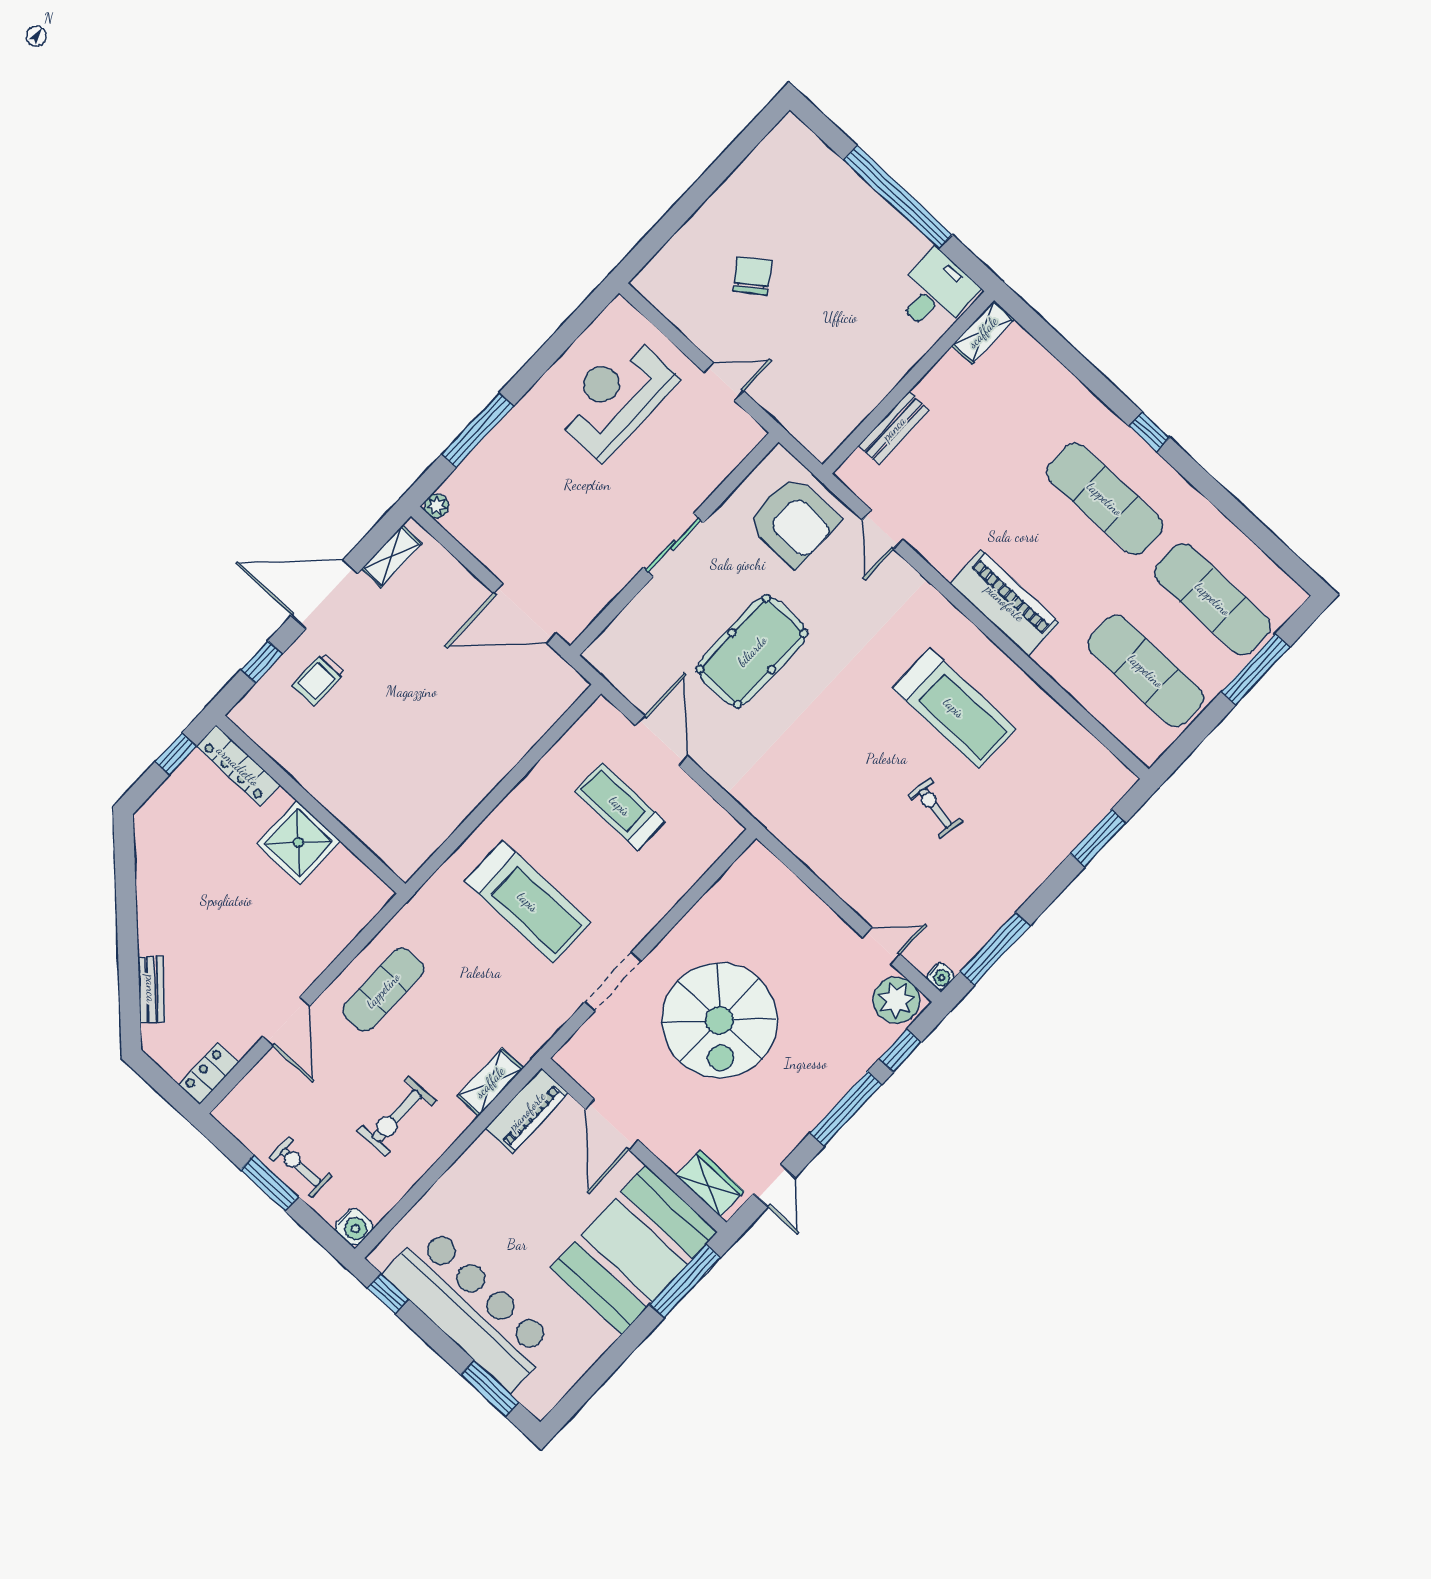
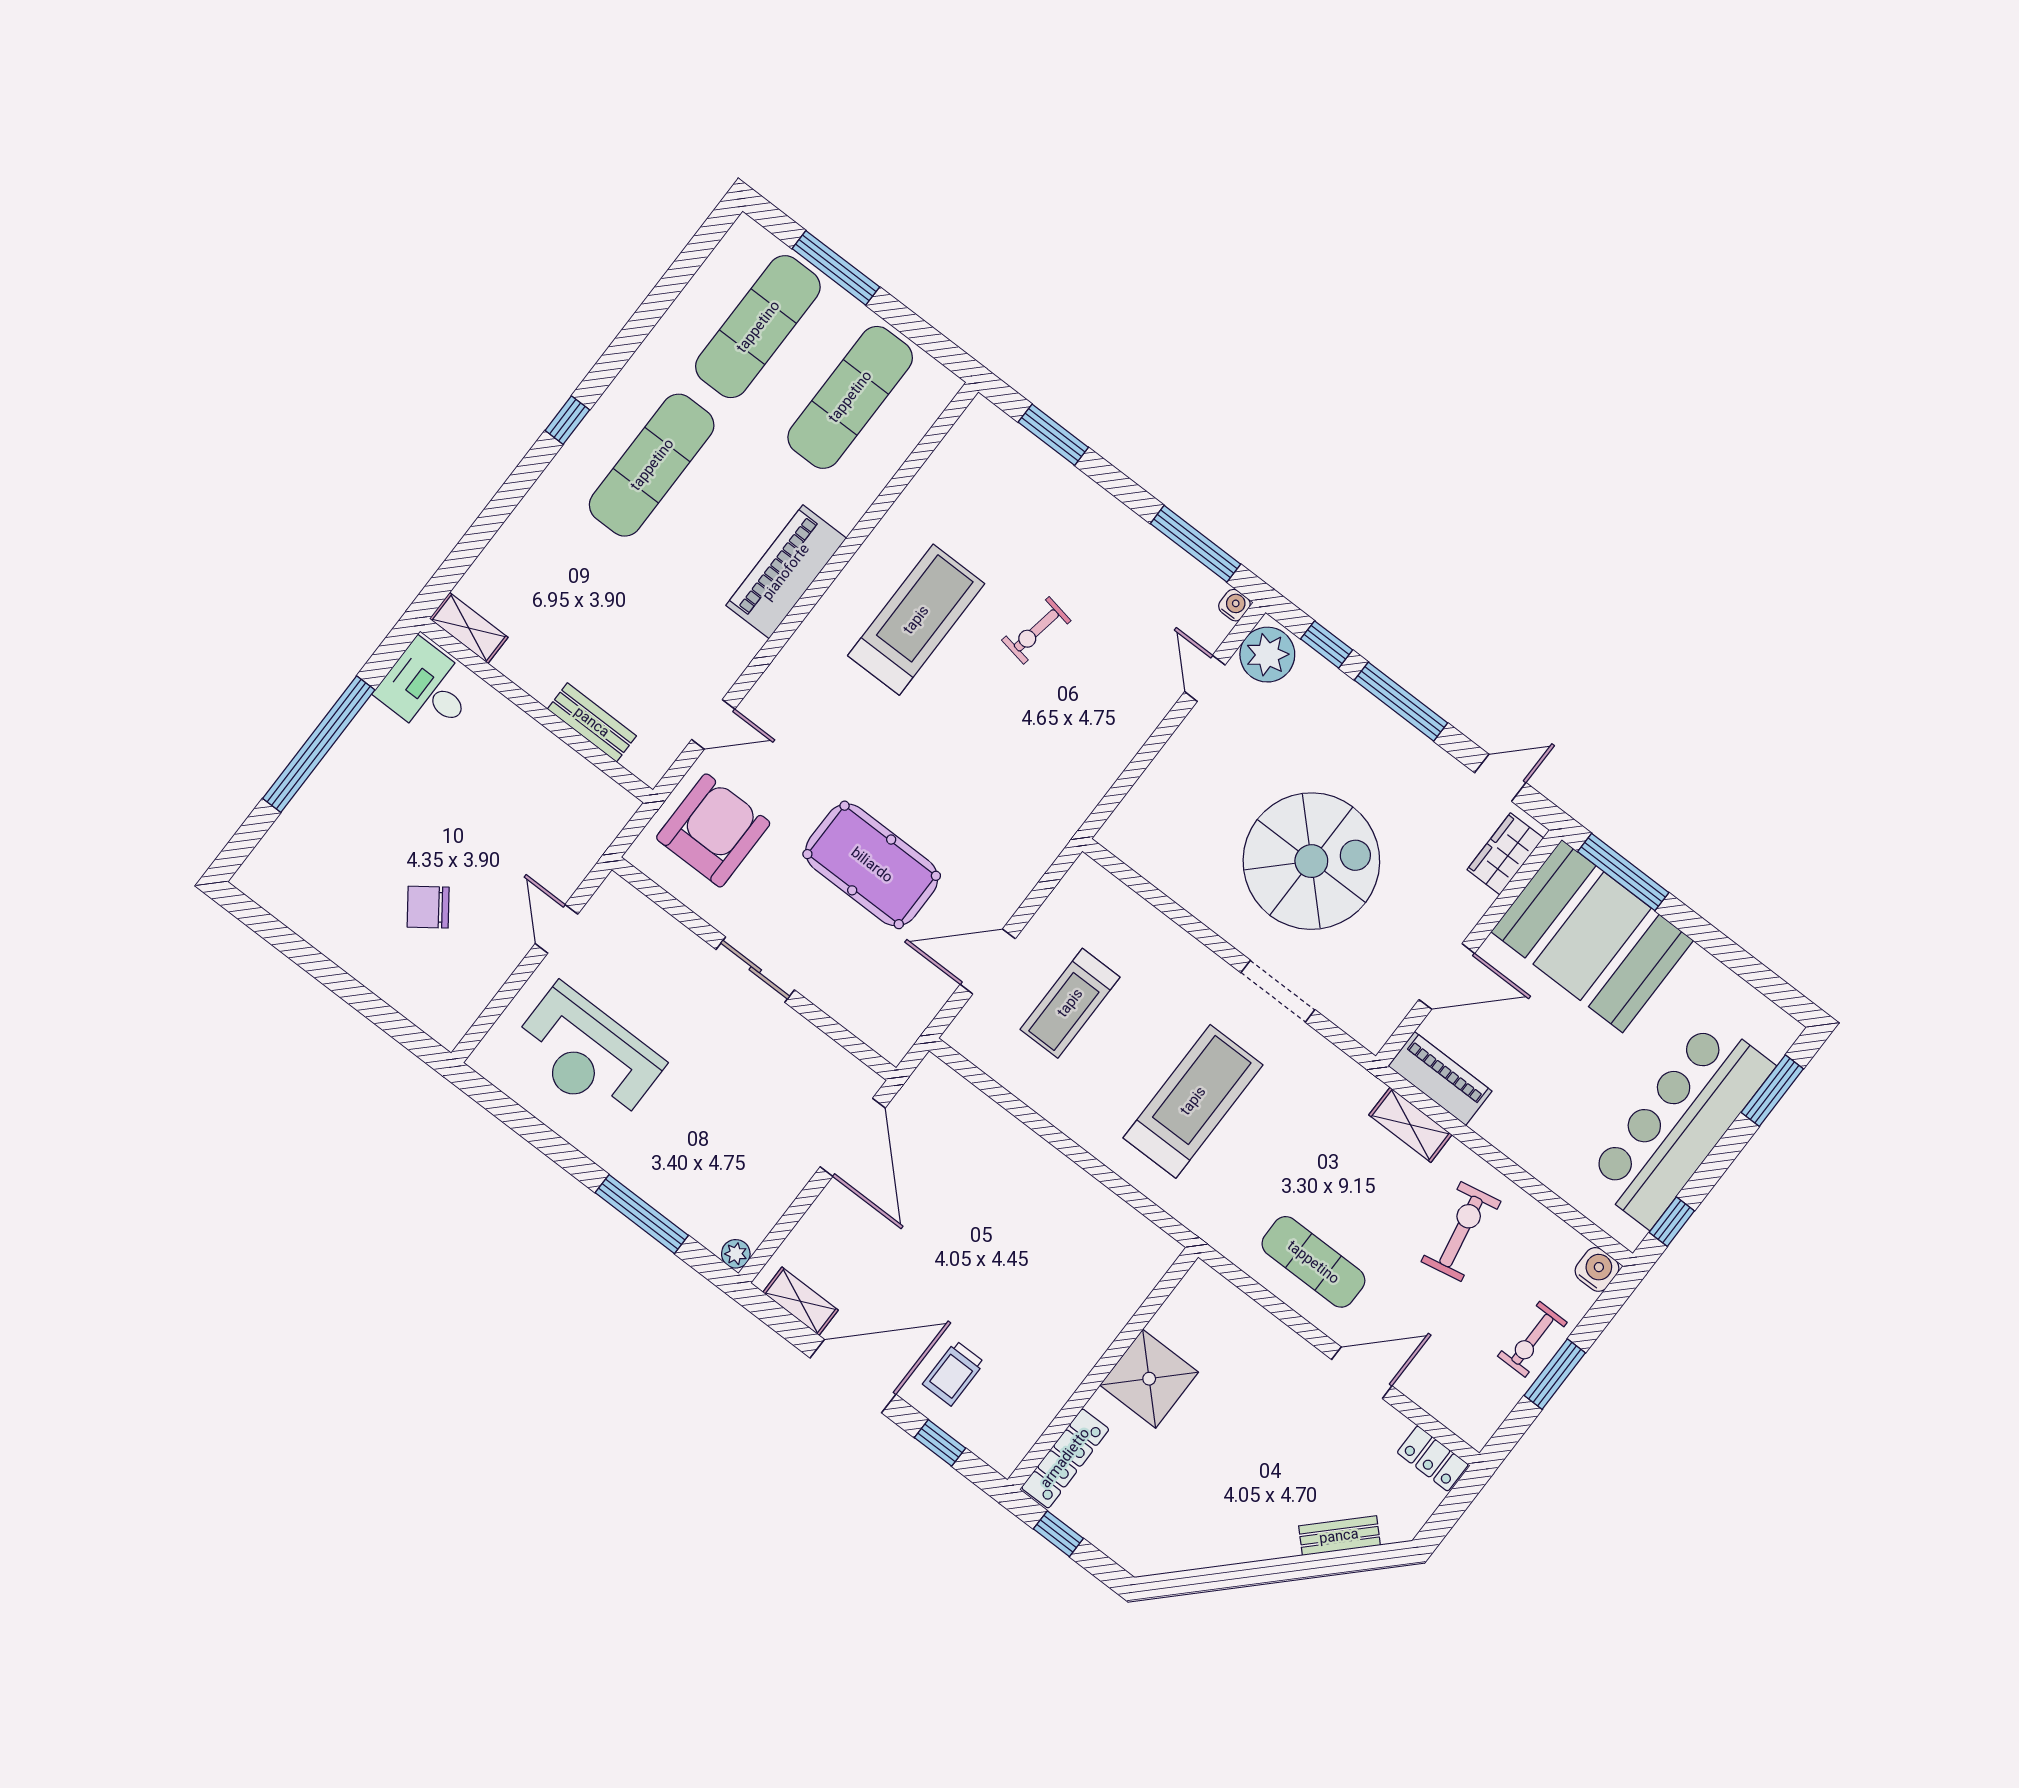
door: (325, 594) -> (853, 1376), swing flipped
trolley: (319, 679) -> (954, 1373), turned 90
exercise bike: (397, 1116) -> (1461, 1231), turned -101

